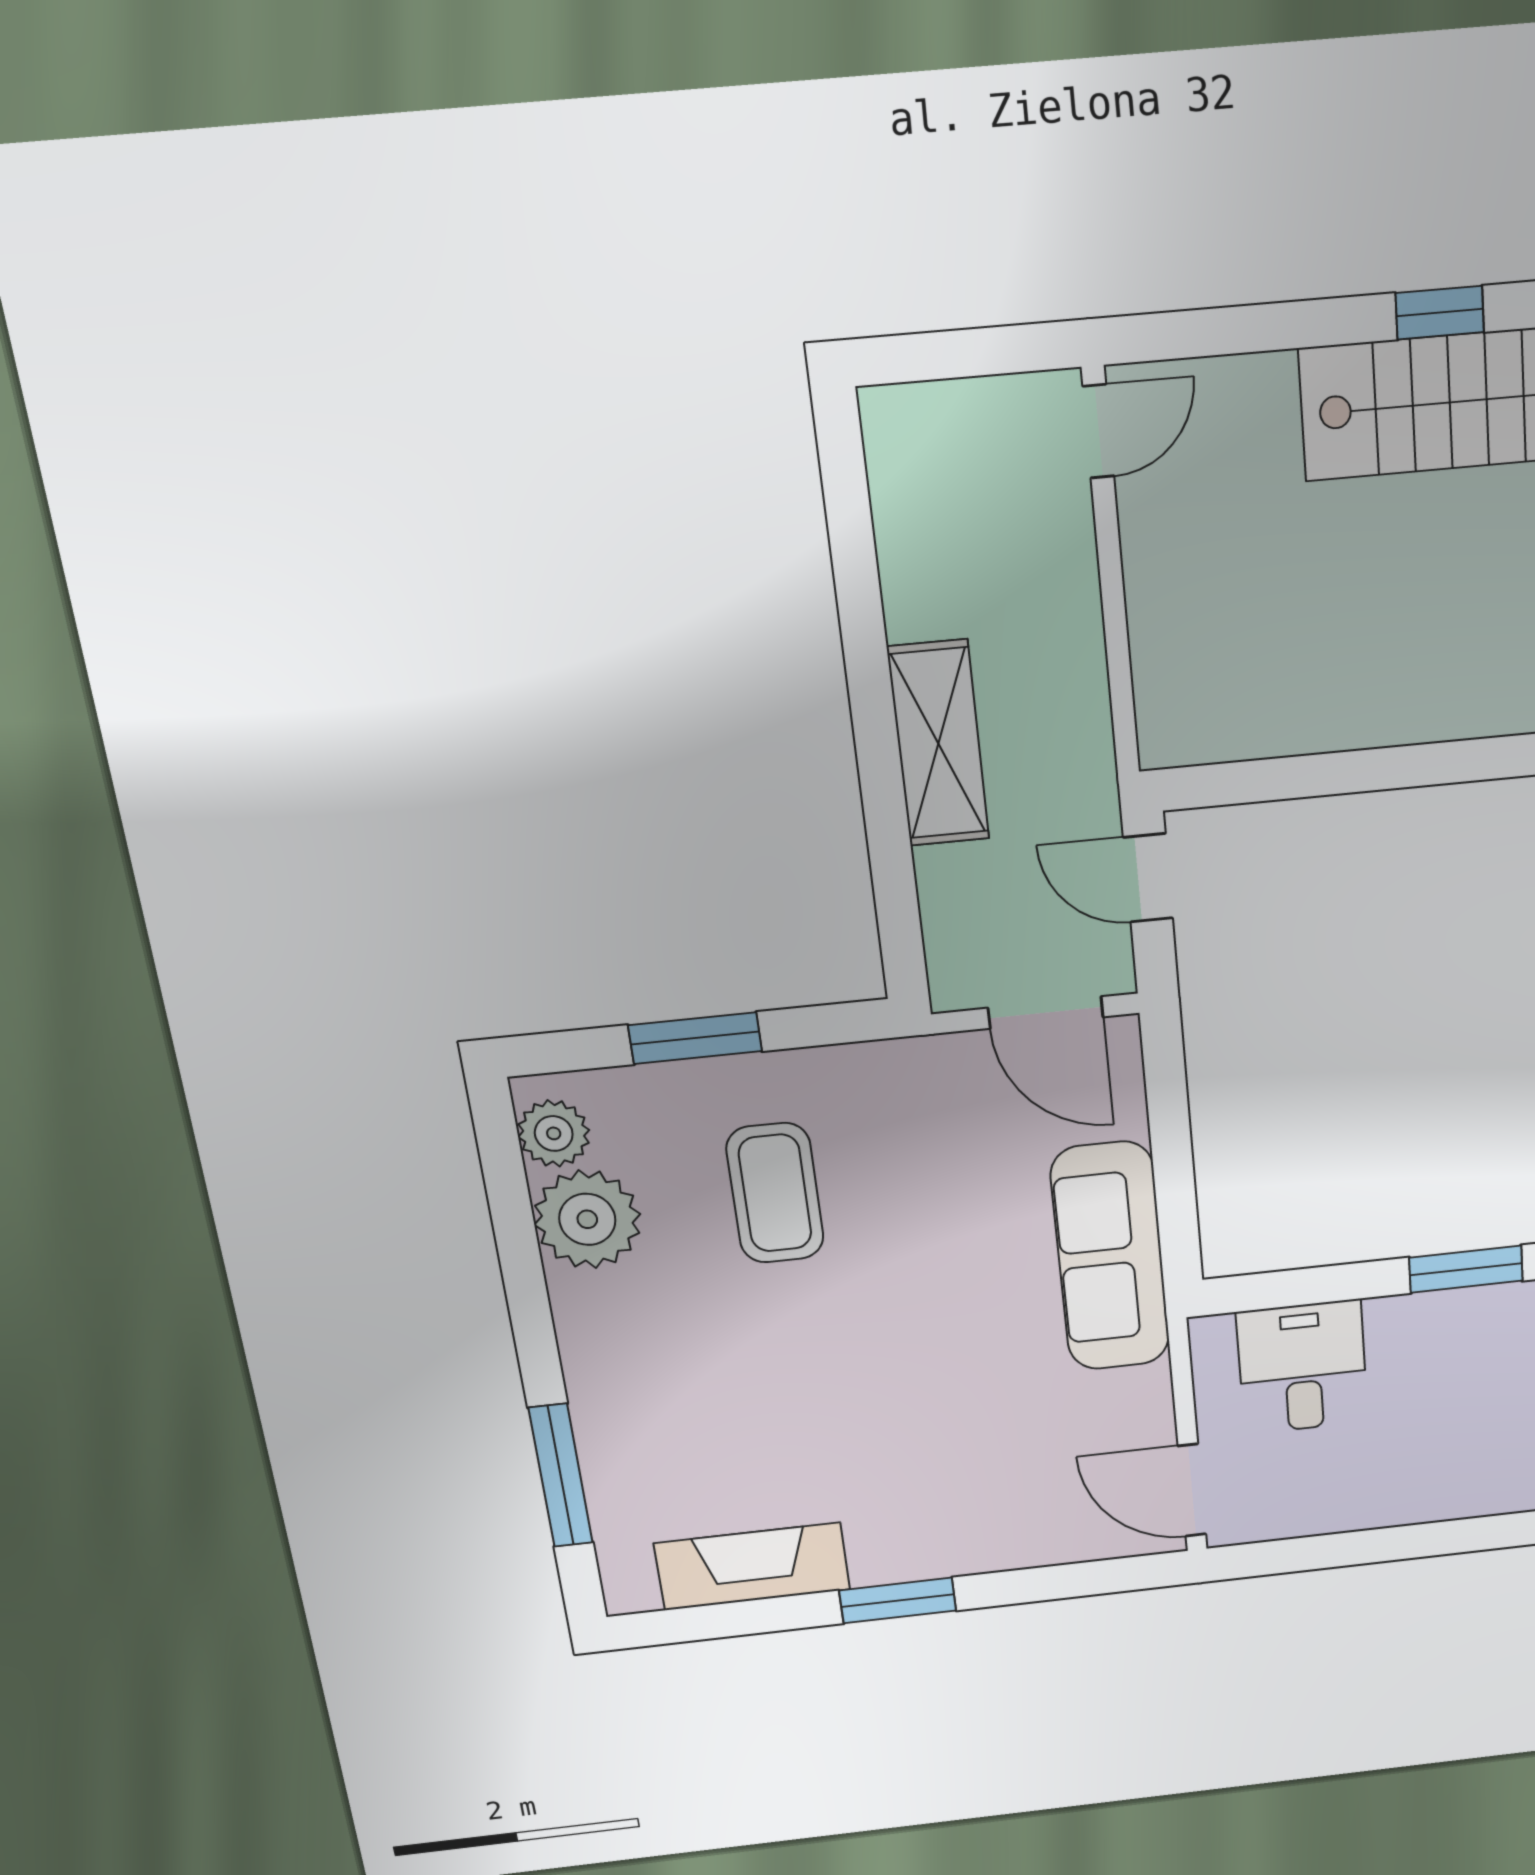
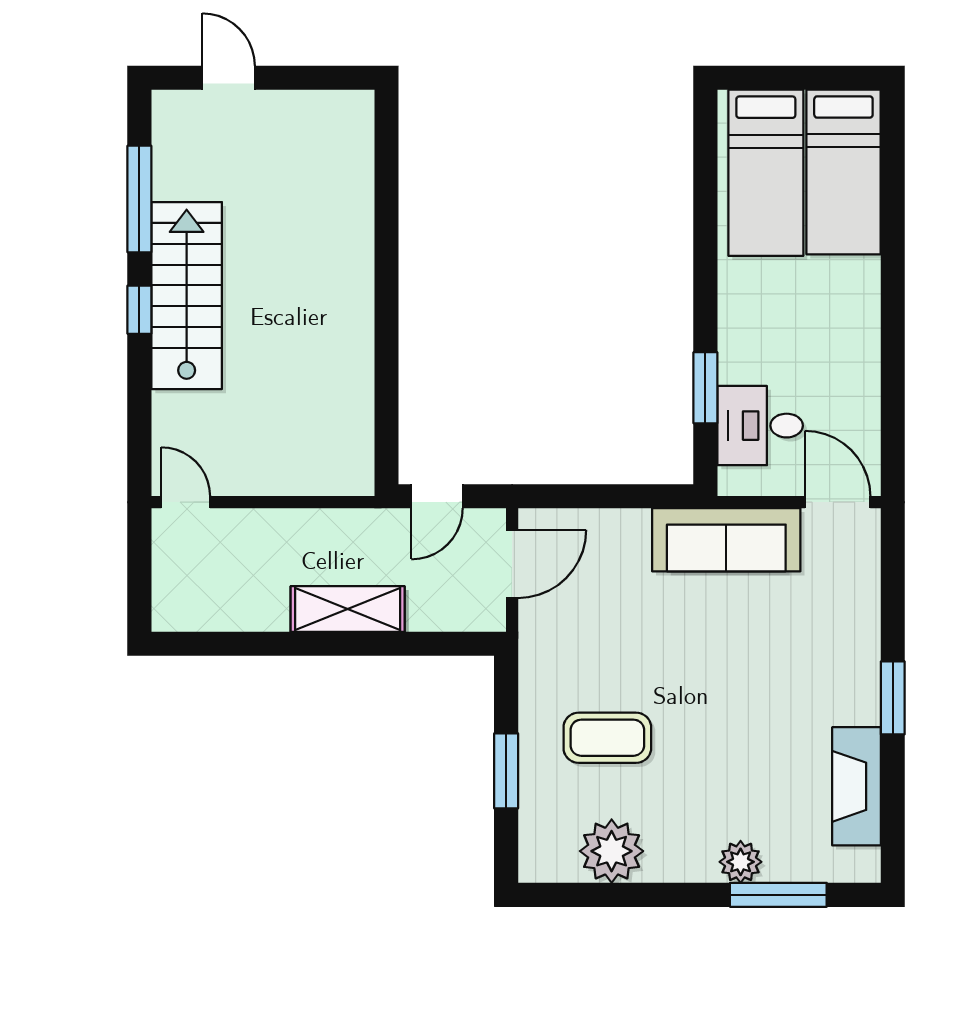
plant: (554, 1133) -> (741, 862), moved
sofa: (1110, 1257) -> (726, 540), moved
window: (1466, 1269) -> (705, 388), moved
door: (1192, 1490) -> (838, 502), swing flipped

